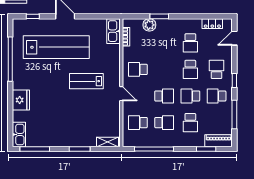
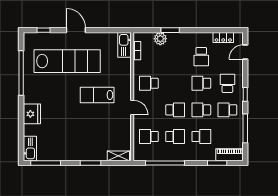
school desk: (190, 69) -> (201, 83), turned 90
school desk: (190, 123) -> (201, 136), turned -90

